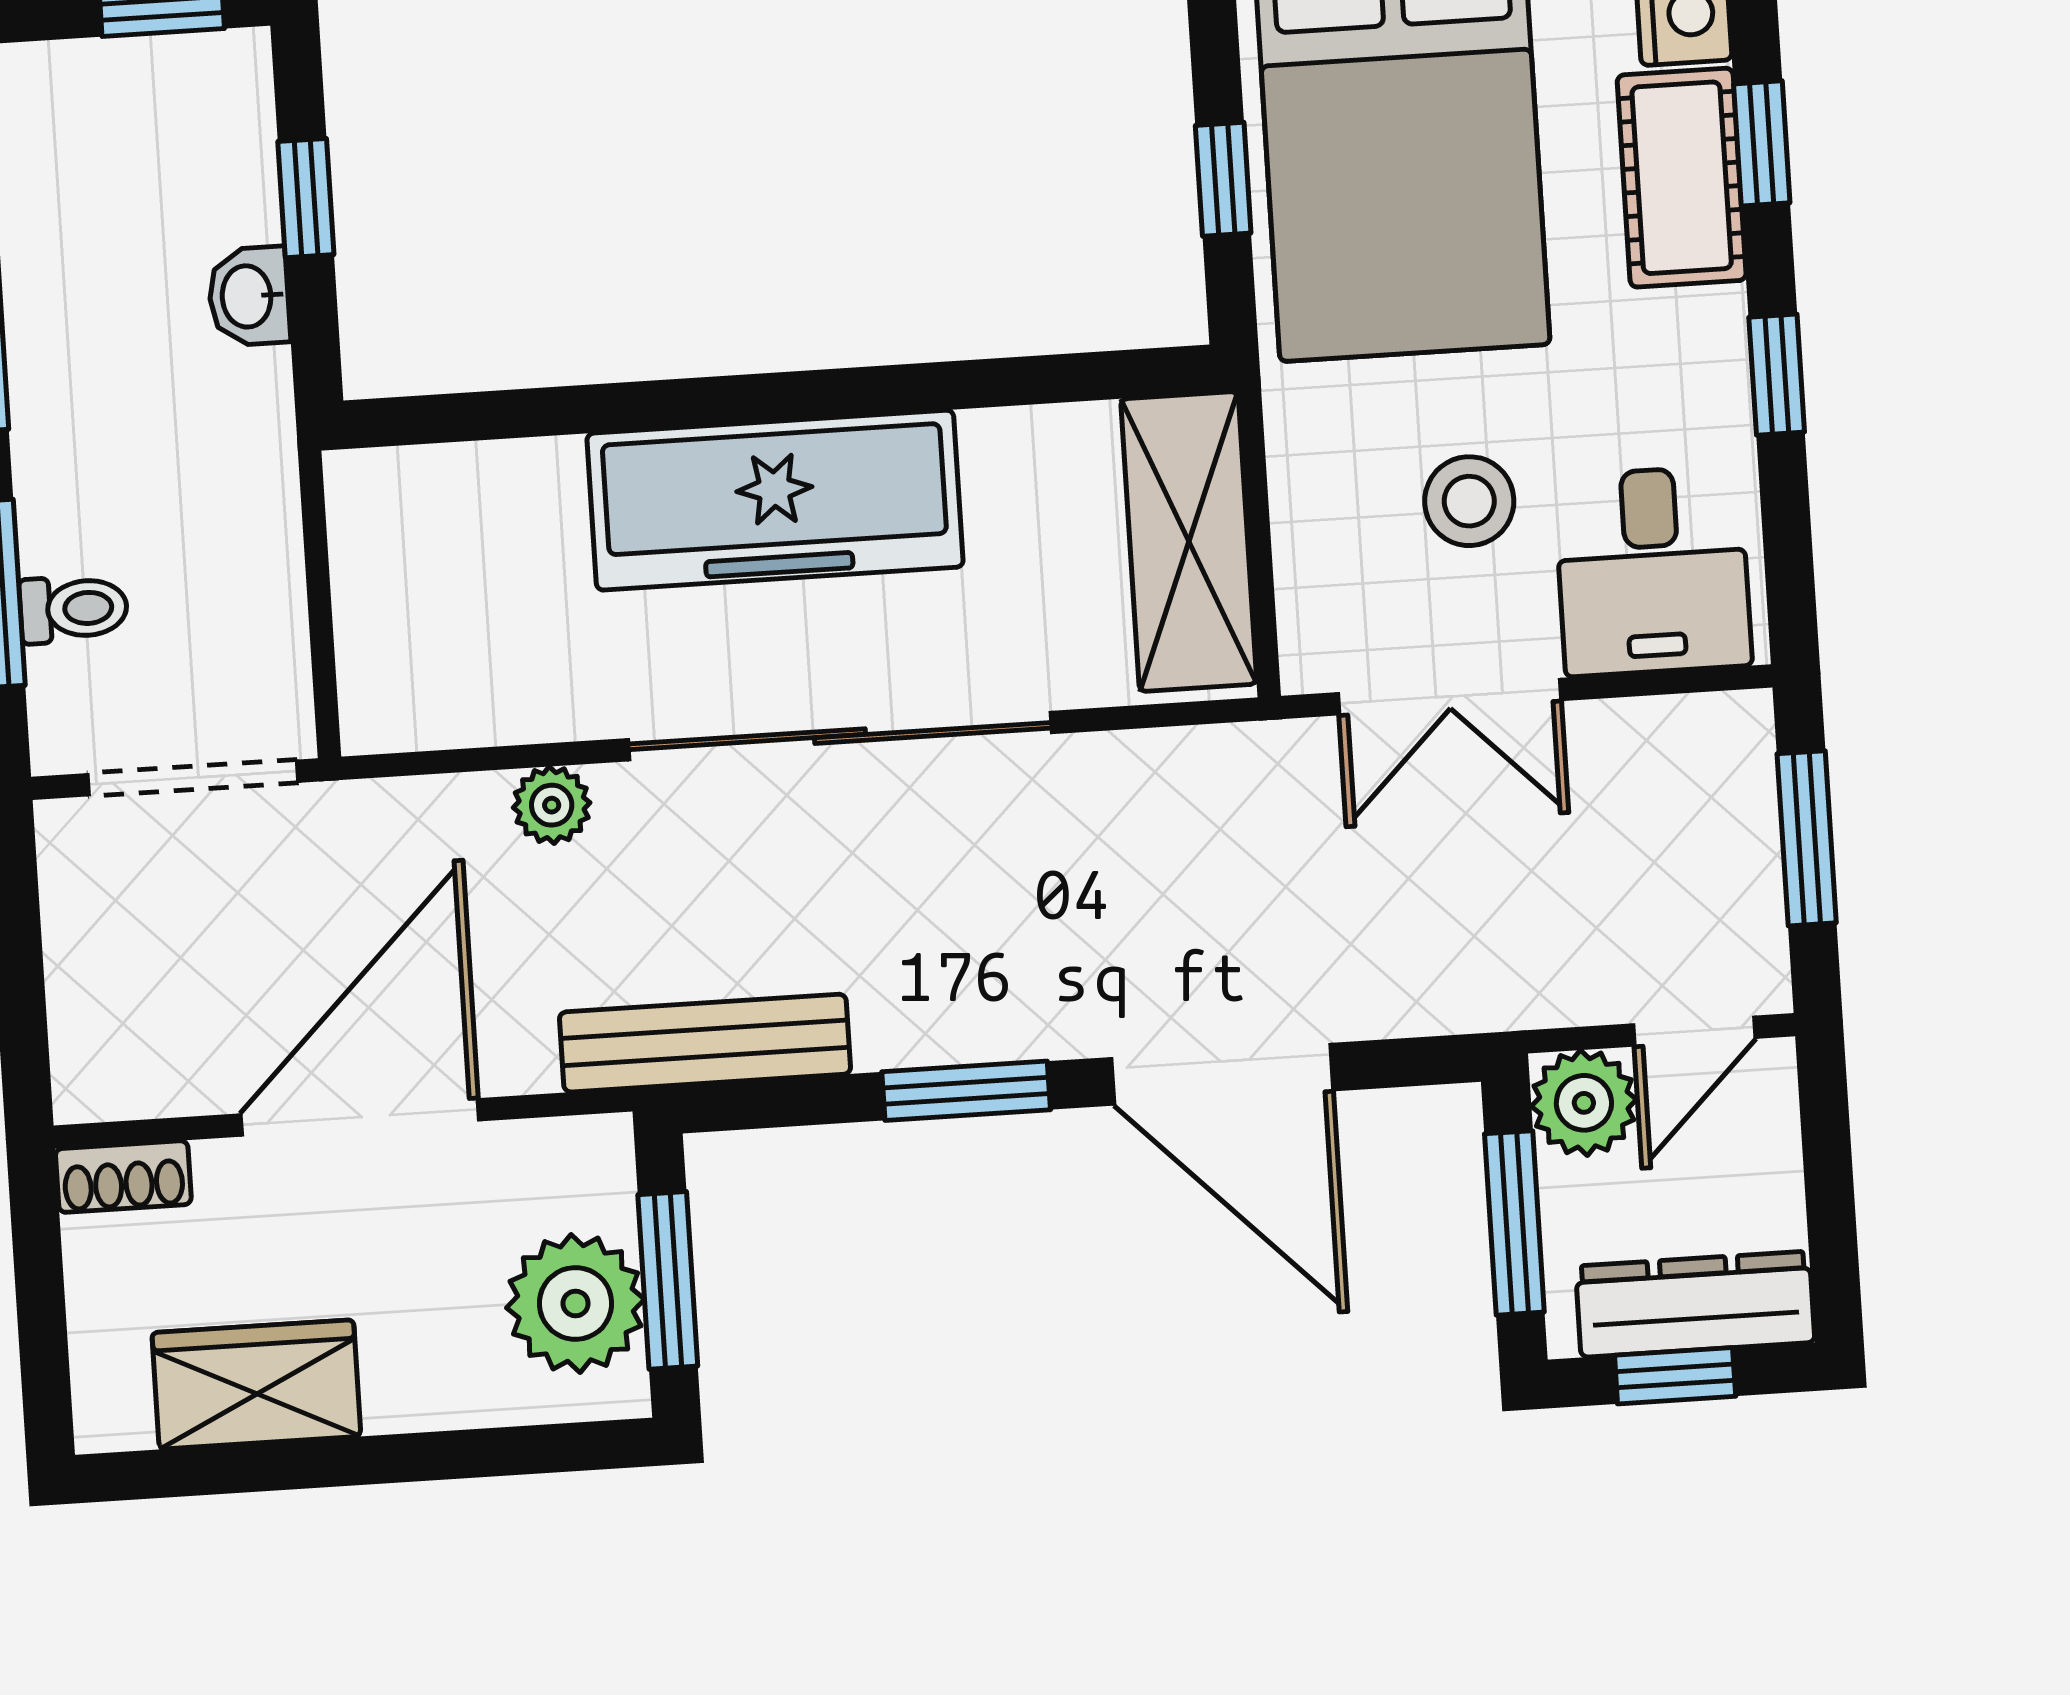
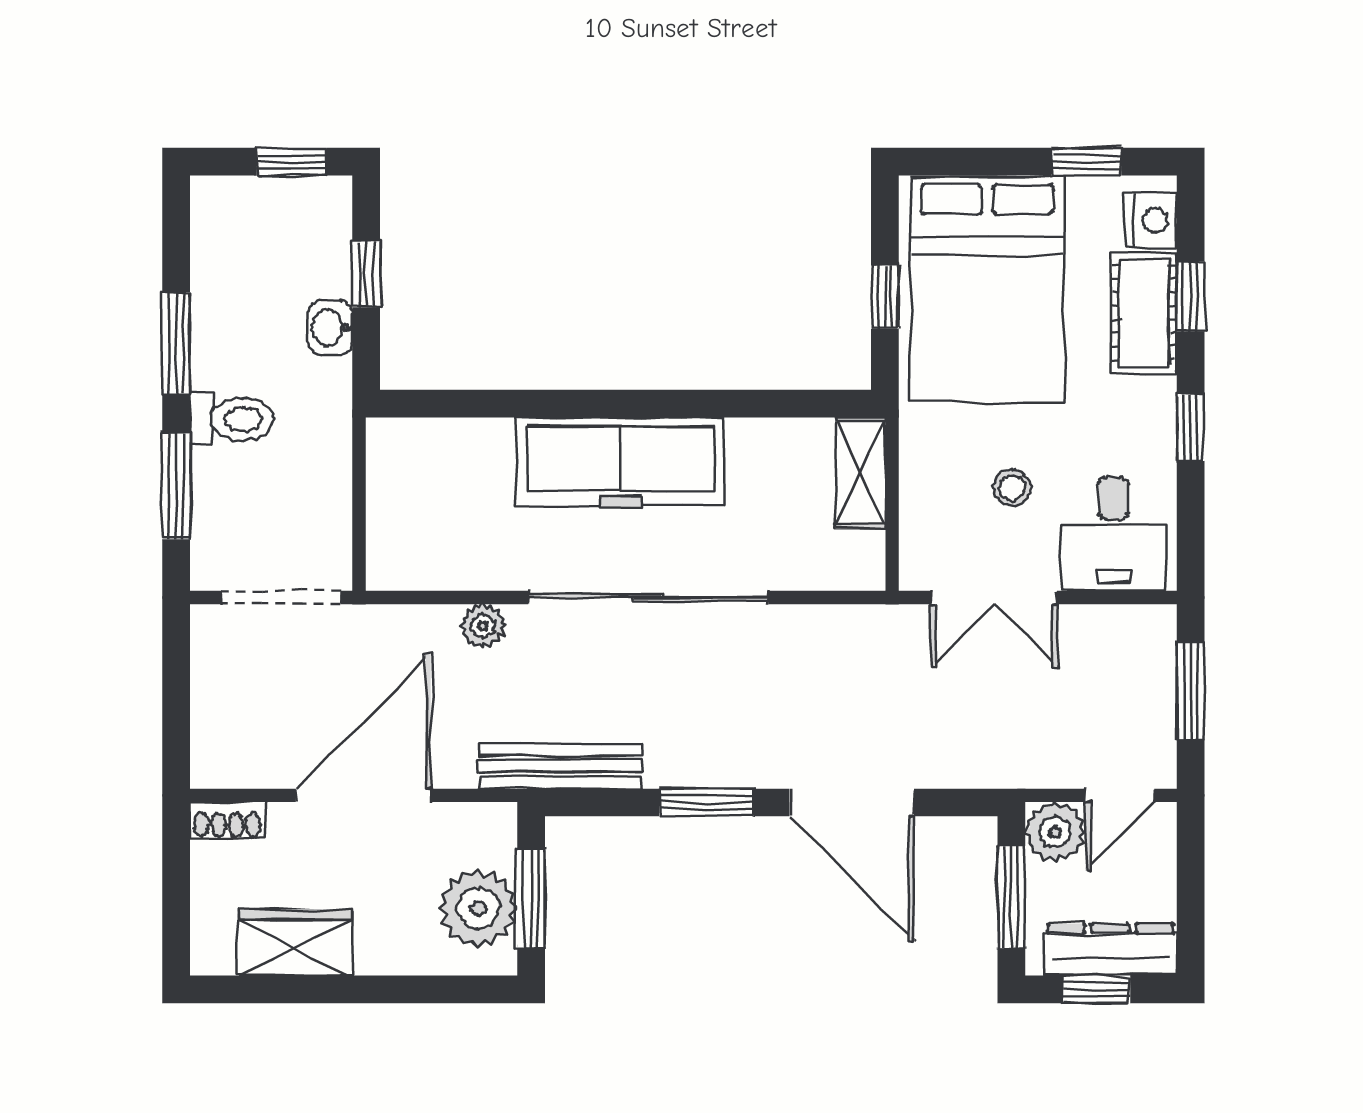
stool: (1469, 501) -> (1012, 488), width x0.73, depth x0.73
shelving: (1189, 542) -> (861, 473), width x0.67, depth x0.75
toilet: (73, 609) -> (231, 419), moved, width x1.37, depth x1.39

